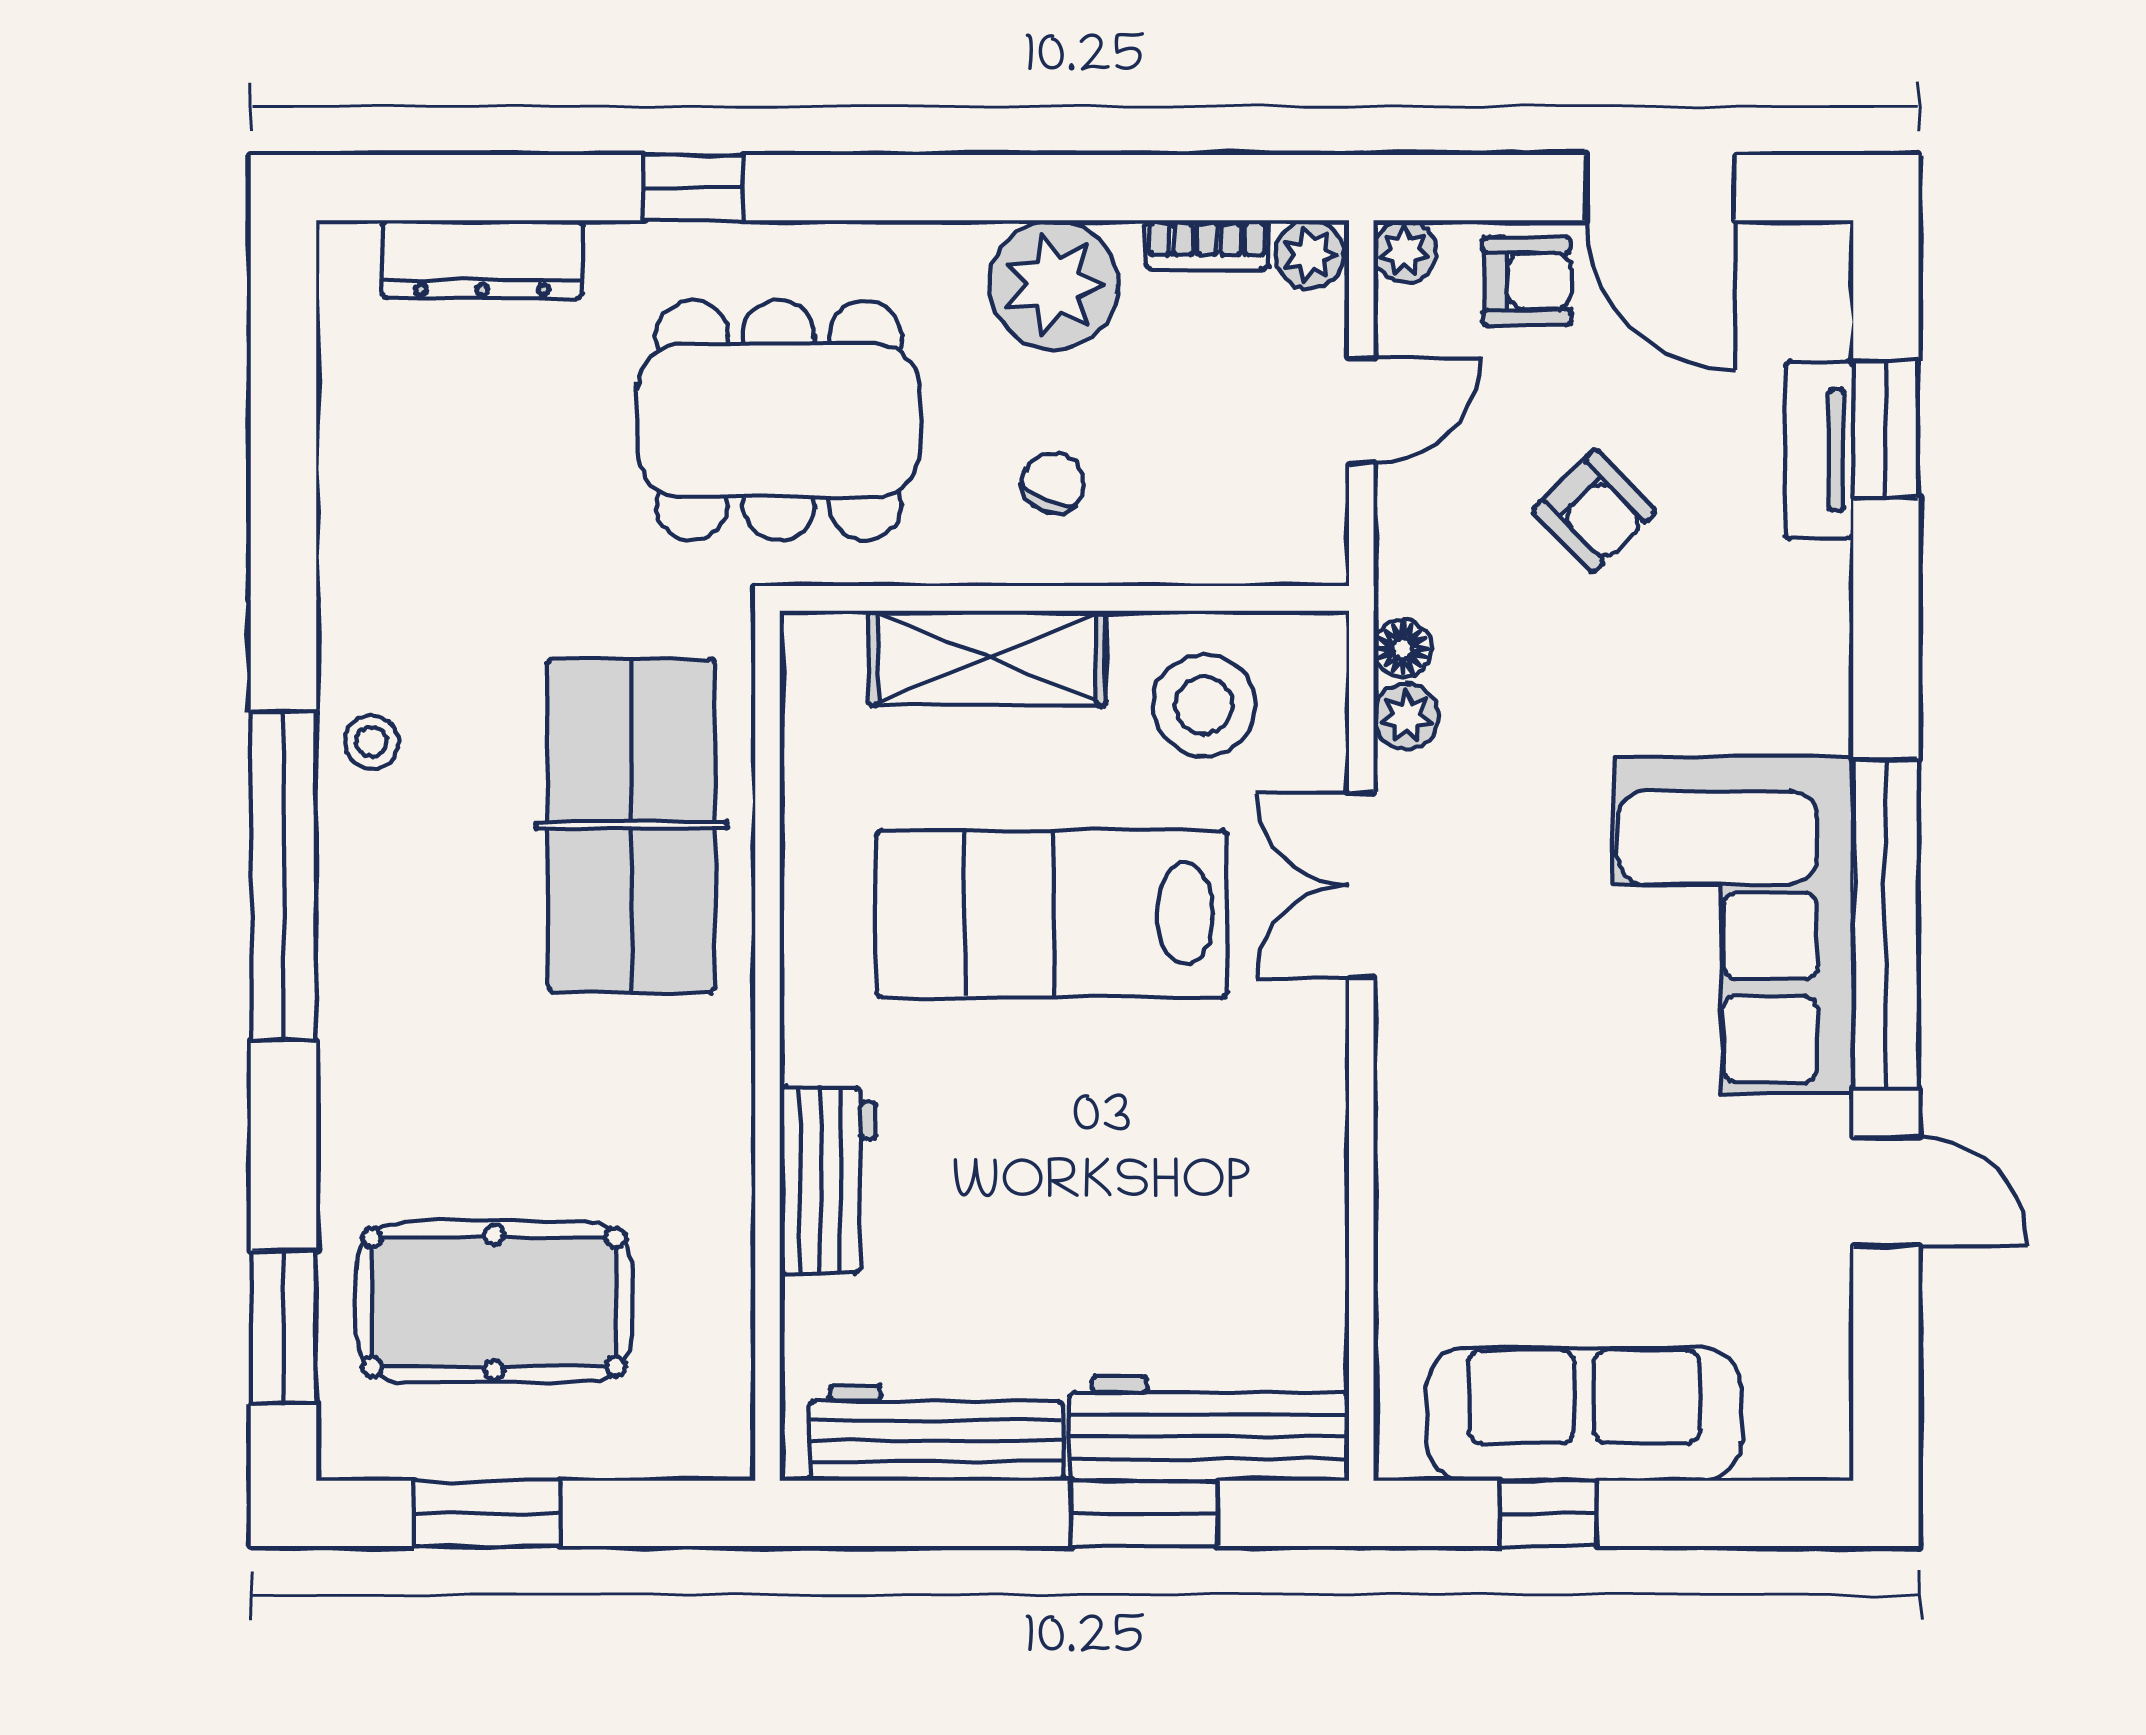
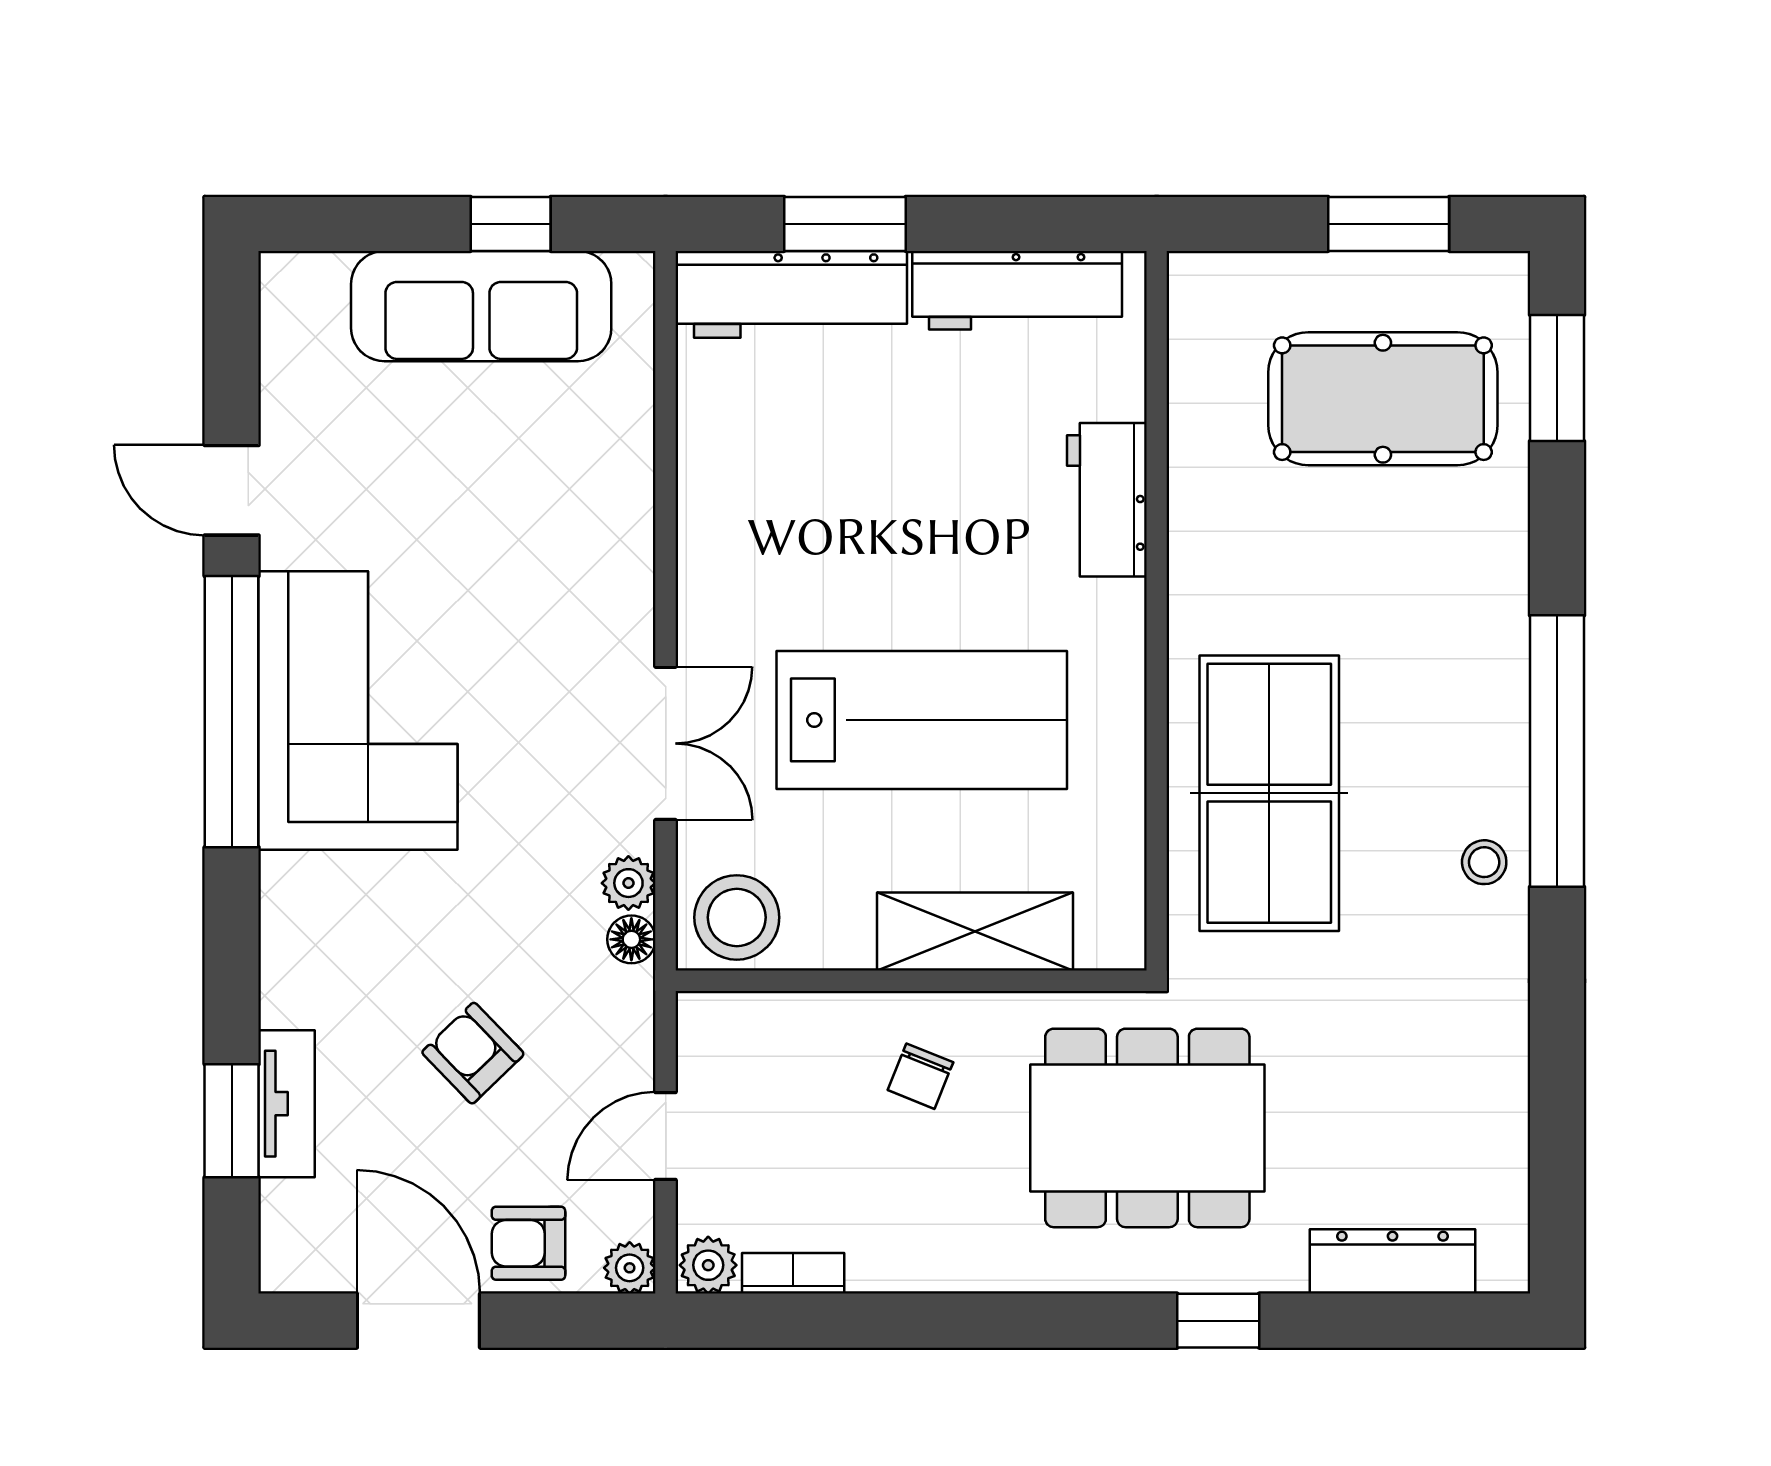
plant: (1054, 285) -> (920, 1240), removed
stool: (1204, 706) -> (737, 917), moved

